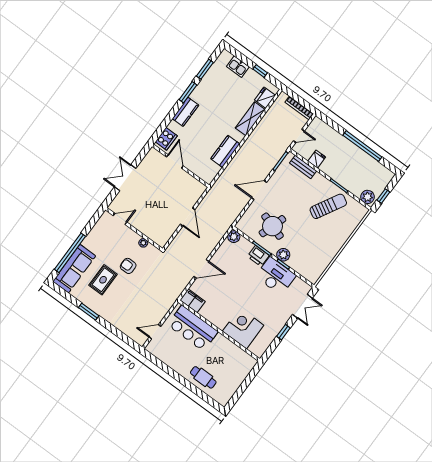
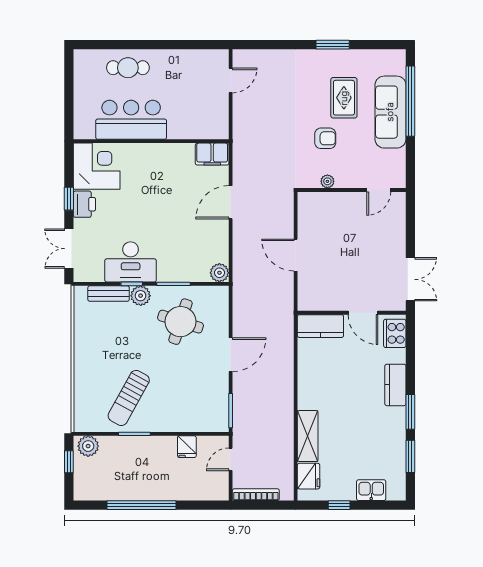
kitchen counter: (225, 151) -> (320, 326), moved, turned 90
bench: (303, 167) -> (109, 294), moved
double door: (125, 178) -> (410, 279), moved
printer: (258, 256) -> (84, 204), moved, turned 90
sofa: (74, 269) -> (390, 112), moved
bar counter: (193, 328) -> (131, 120), moved
corner desk: (243, 328) -> (97, 166), moved, turned -90

